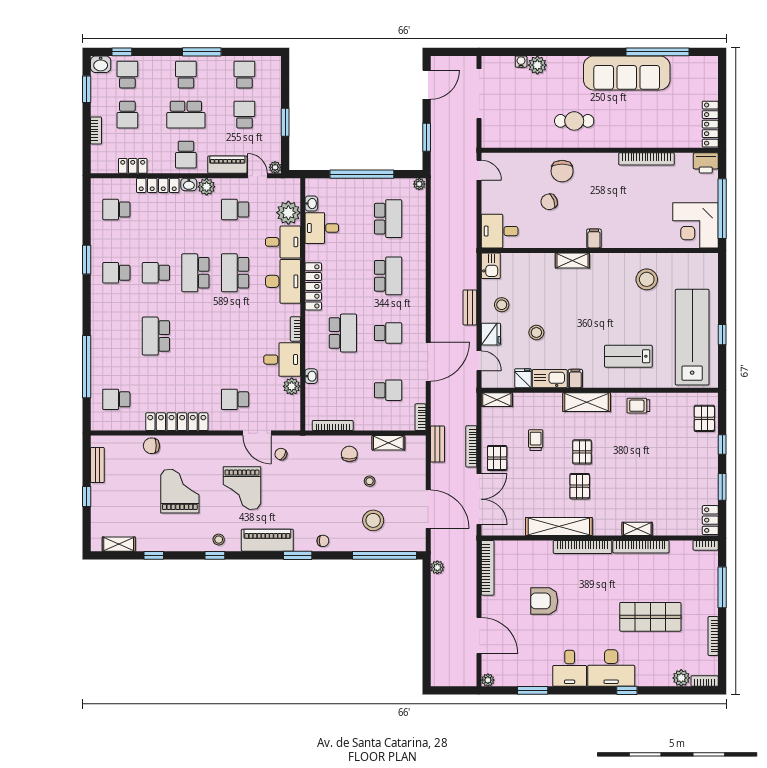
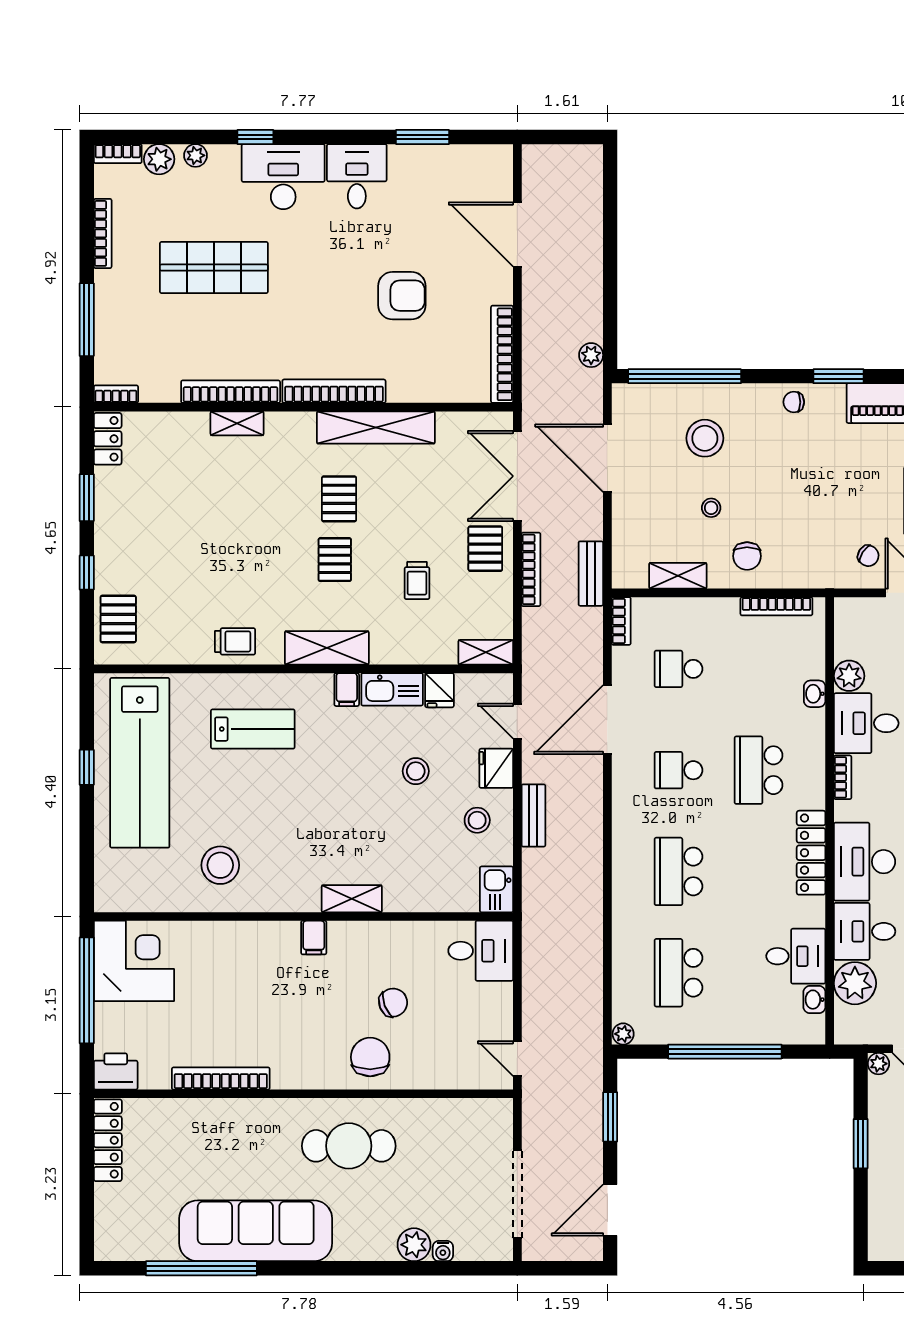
cafe table: (574, 121) -> (349, 1146), width x1.37, depth x1.35
plant: (488, 680) -> (196, 155), moved

